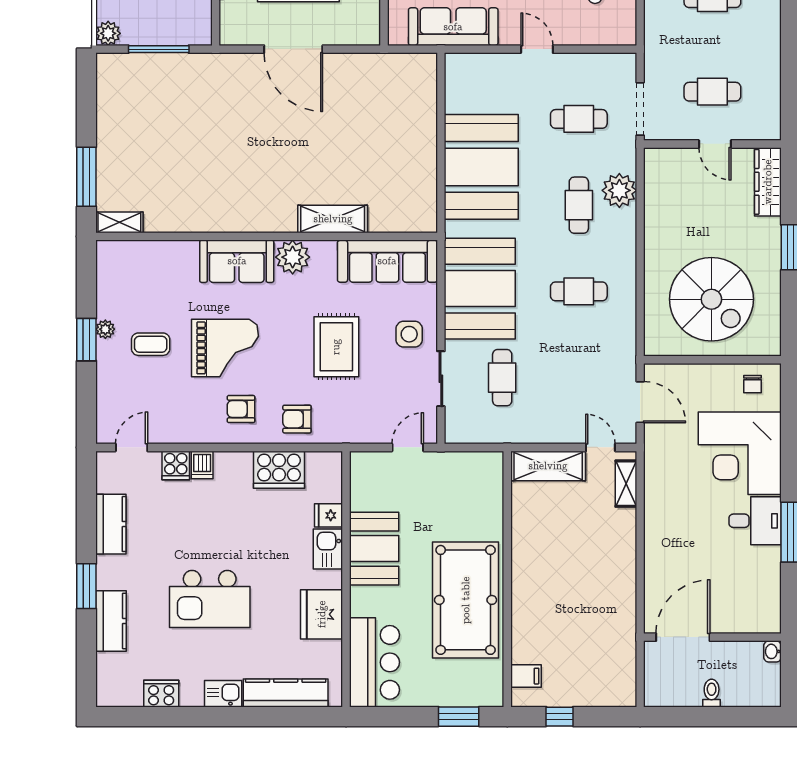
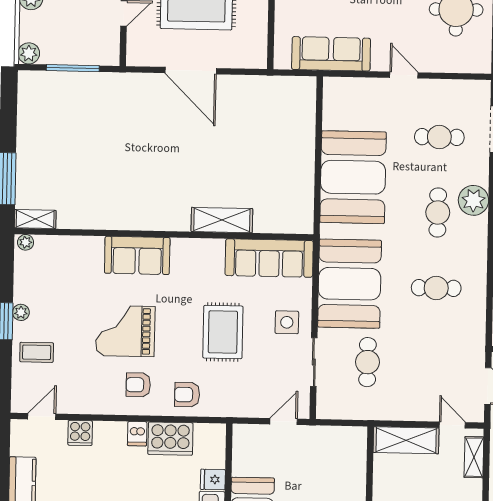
plant: (293, 257) -> (26, 242), moved, width x0.53, depth x0.53
coffee table: (151, 344) -> (37, 352), moved
grand piano: (225, 348) -> (125, 331), turned 180
dishwasher: (202, 465) -> (137, 434), moved

